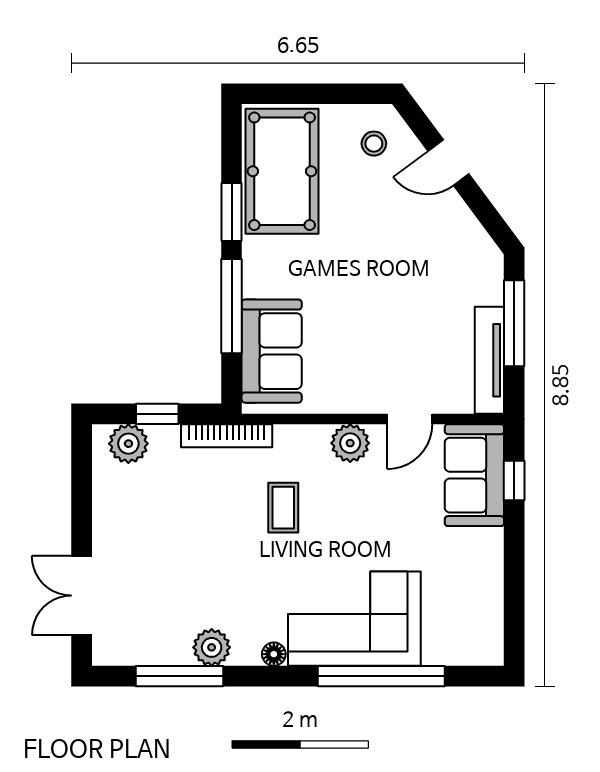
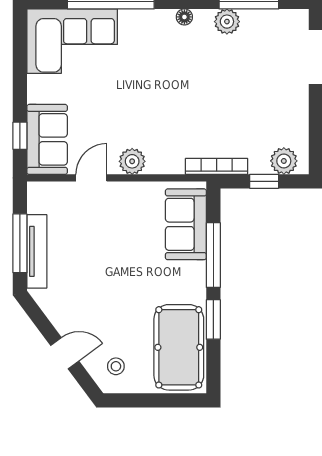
tv unit: (489, 360) -> (37, 251), moved
coffee table: (283, 508) -> (178, 117), removed
corner sofa: (354, 619) -> (72, 41), moved

